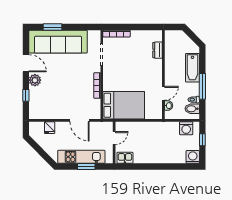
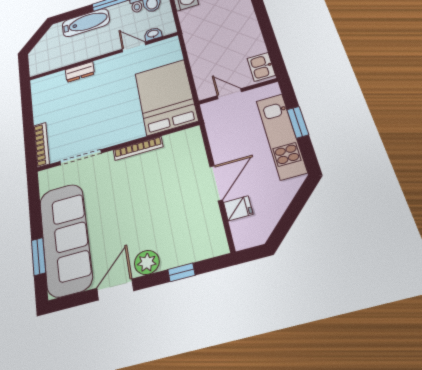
dresser: (158, 50) -> (80, 72), moved
door: (79, 120) -> (216, 183), moved

